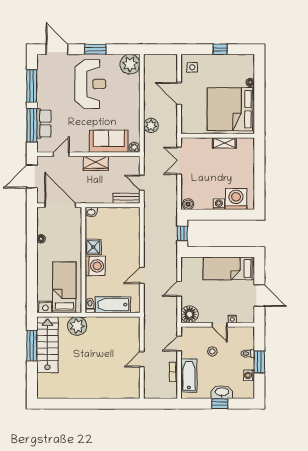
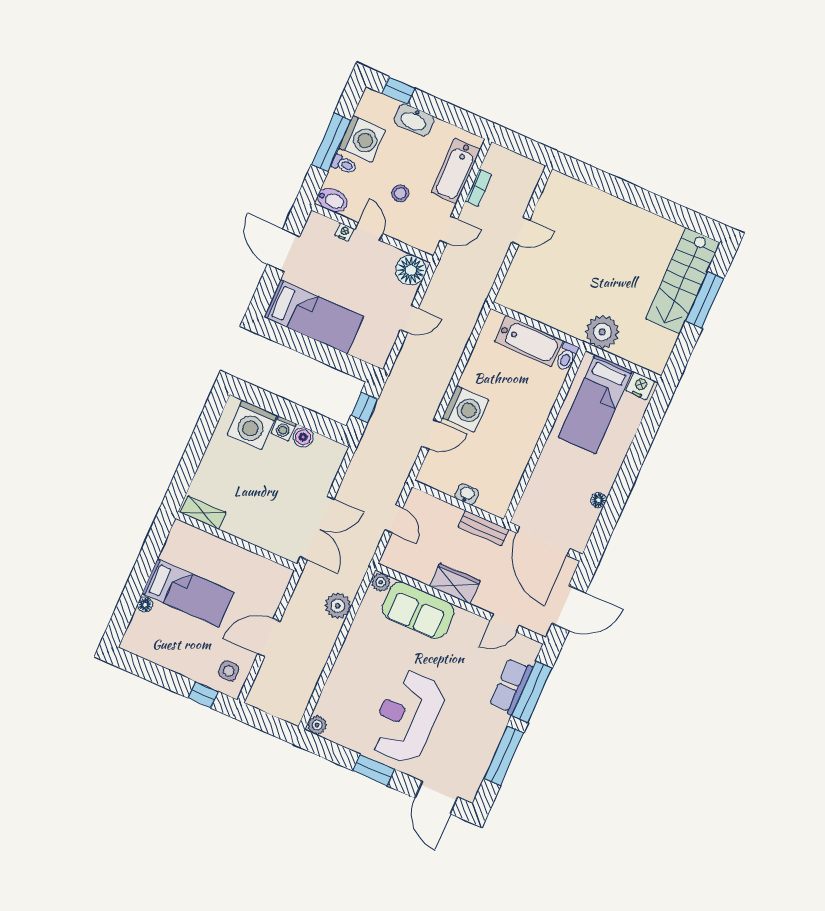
window: (220, 49) -> (203, 695), moved
plant: (130, 64) -> (317, 725), width x0.53, depth x0.53
door: (179, 93) -> (269, 638), swing flipped
bed: (231, 109) -> (188, 593), width x0.49
shelving: (224, 143) -> (203, 513), moved
double door: (179, 161) -> (317, 528), width x1.37
bench: (127, 198) -> (483, 528), moved
boiler: (188, 204) -> (303, 437), moved
washbasin: (91, 212) -> (467, 494), moved
shower: (93, 247) -> (519, 449), removed
washing machine: (95, 266) -> (465, 409), moved, turned 180
door: (142, 275) -> (431, 434), moved
bidet: (246, 333) -> (332, 200), added
stairs: (47, 345) -> (683, 281), moved
window: (32, 346) -> (705, 300), moved
window: (259, 362) -> (331, 142), width x1.44
washing machine: (249, 375) -> (362, 139), width x1.89, depth x1.89
window: (220, 404) -> (398, 91), moved

